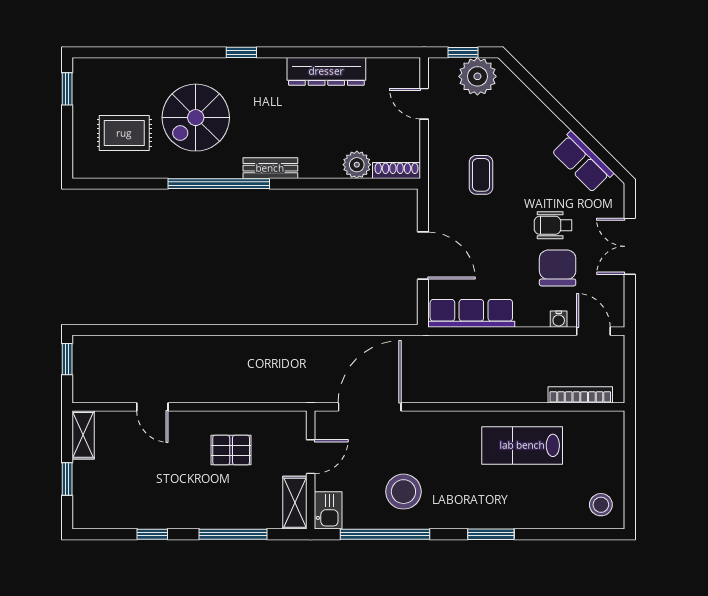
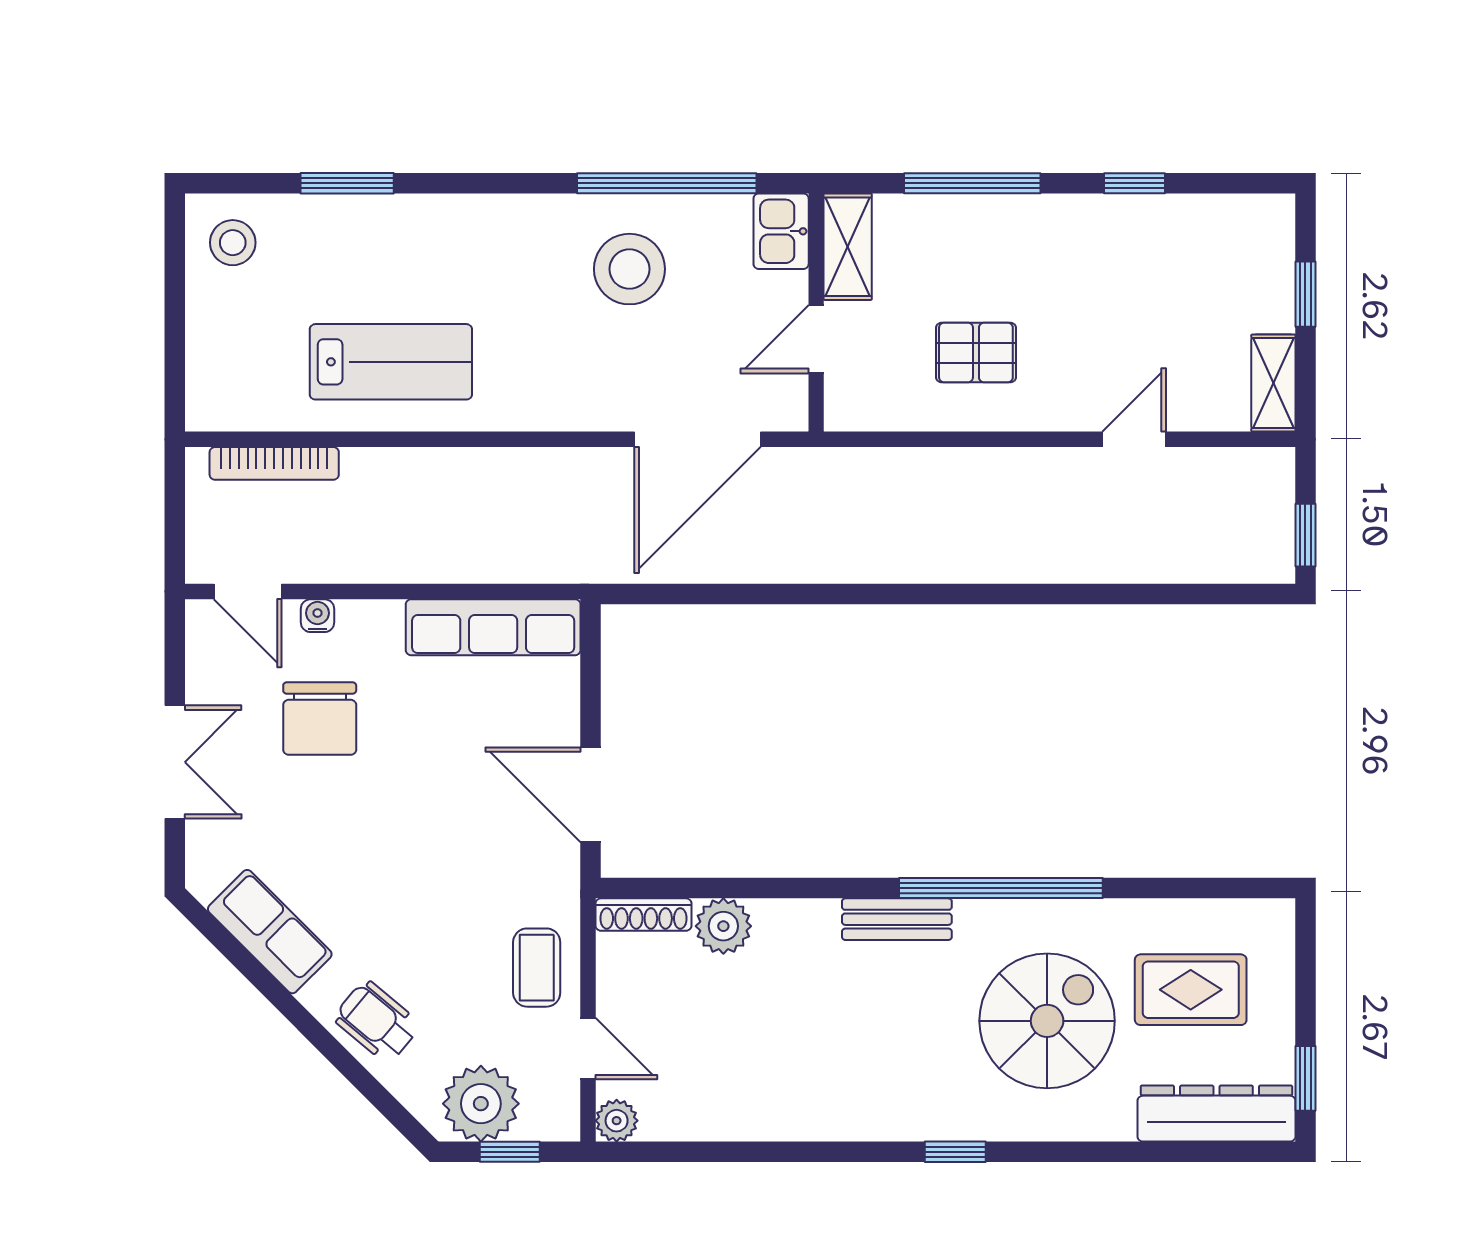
plant: (410, 68) -> (617, 1121), added
dresser: (326, 71) -> (1216, 1113), moved
coffee table: (481, 175) -> (537, 968), moved
wheelchair: (553, 225) -> (377, 1022), moved, turned -140
door: (423, 256) -> (590, 795), moved
door: (152, 407) -> (1134, 439), hinge flipped
window: (491, 534) -> (347, 183), moved

